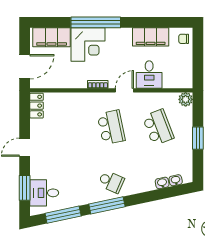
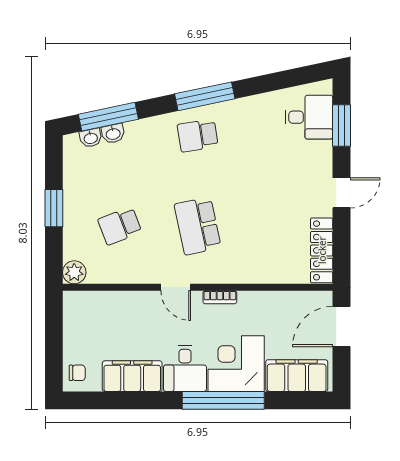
desk: (149, 75) -> (185, 369), moved, turned 180
door: (124, 90) -> (176, 287), hinge flipped
locker: (37, 106) -> (322, 250), width x1.53
school desk: (158, 127) -> (120, 226), width x0.54
school desk: (111, 182) -> (198, 136), turned -33
window: (63, 215) -> (108, 117), moved

